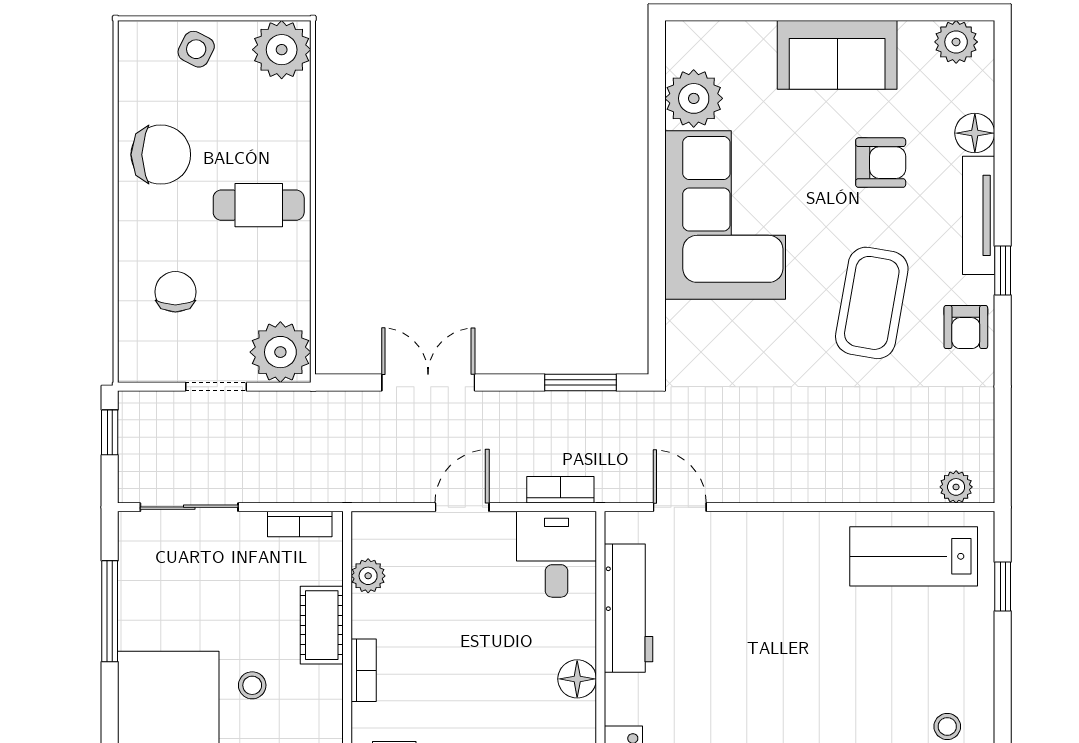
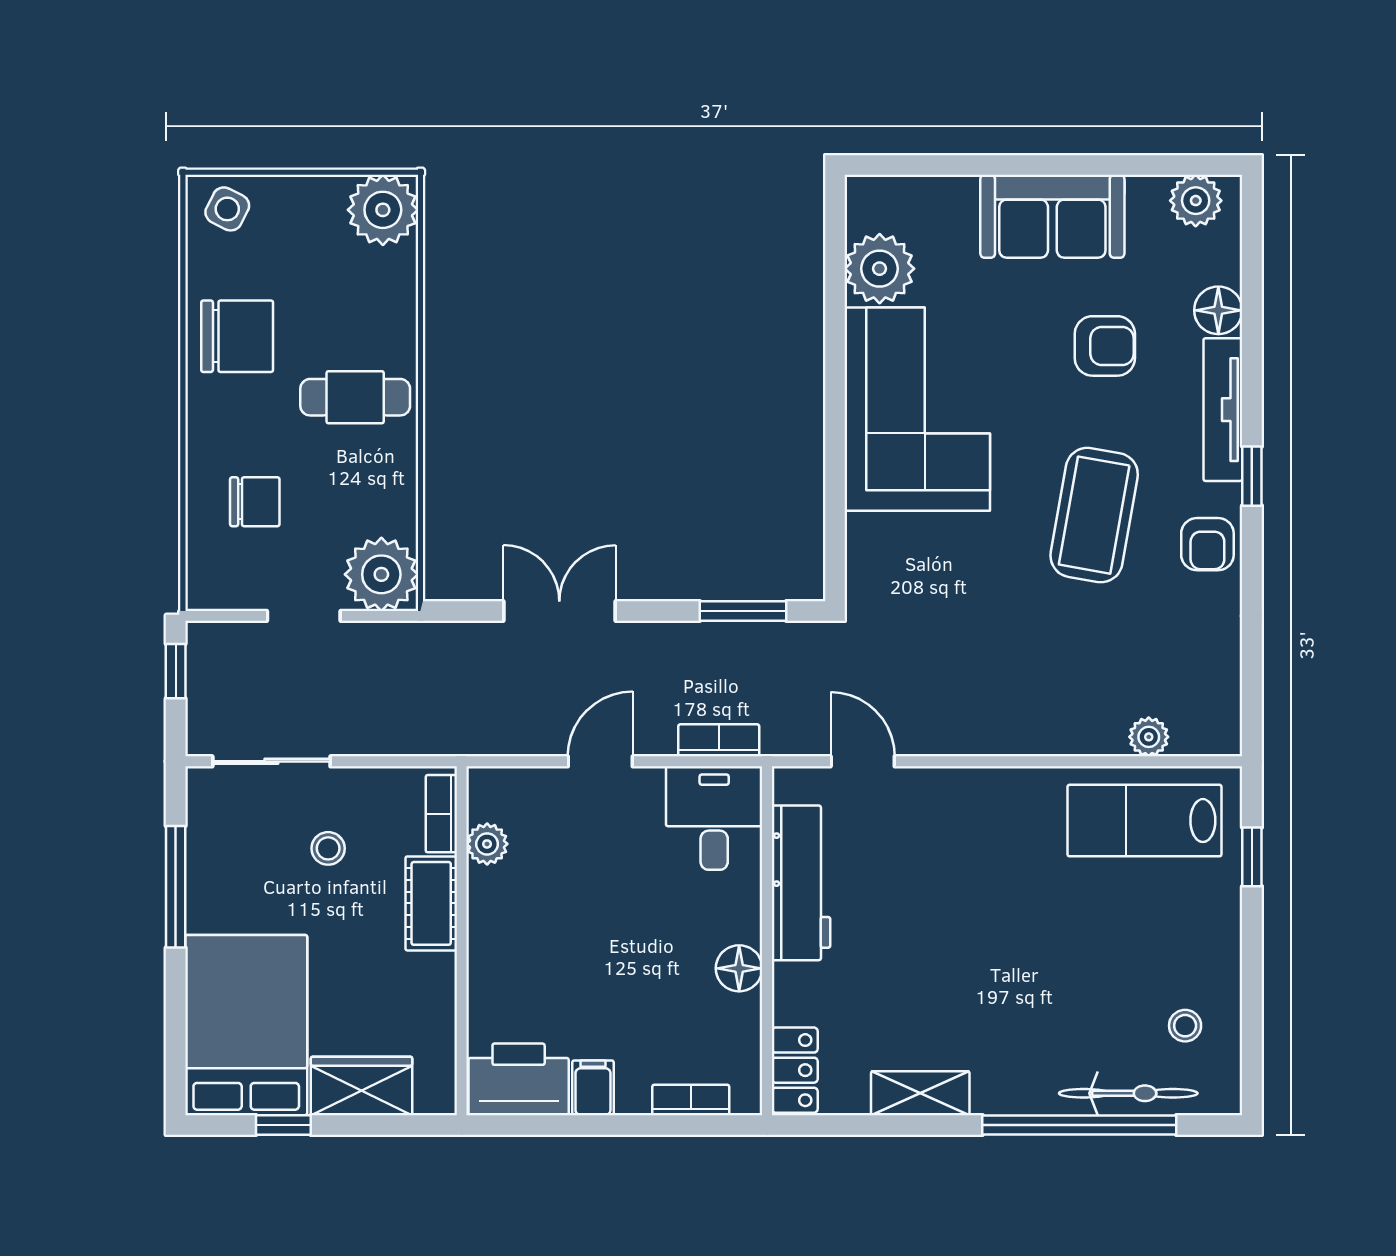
side table: (196, 49) -> (227, 209), moved
chair: (175, 292) -> (255, 502), turned 90
plant: (956, 487) -> (1149, 737), moved
bookcase: (300, 524) -> (441, 814), moved, turned 90
bookcase: (364, 670) -> (482, 958), removed
stool: (252, 685) -> (328, 848), moved

